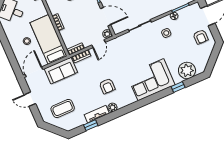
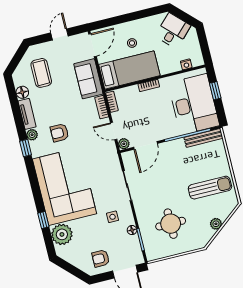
door: (34, 72) -> (92, 45), hinge flipped
corner sofa: (151, 80) -> (64, 186), width x1.36, depth x1.36
floor lamp: (80, 121) -> (22, 92), added
window: (91, 125) -> (26, 148), moved

